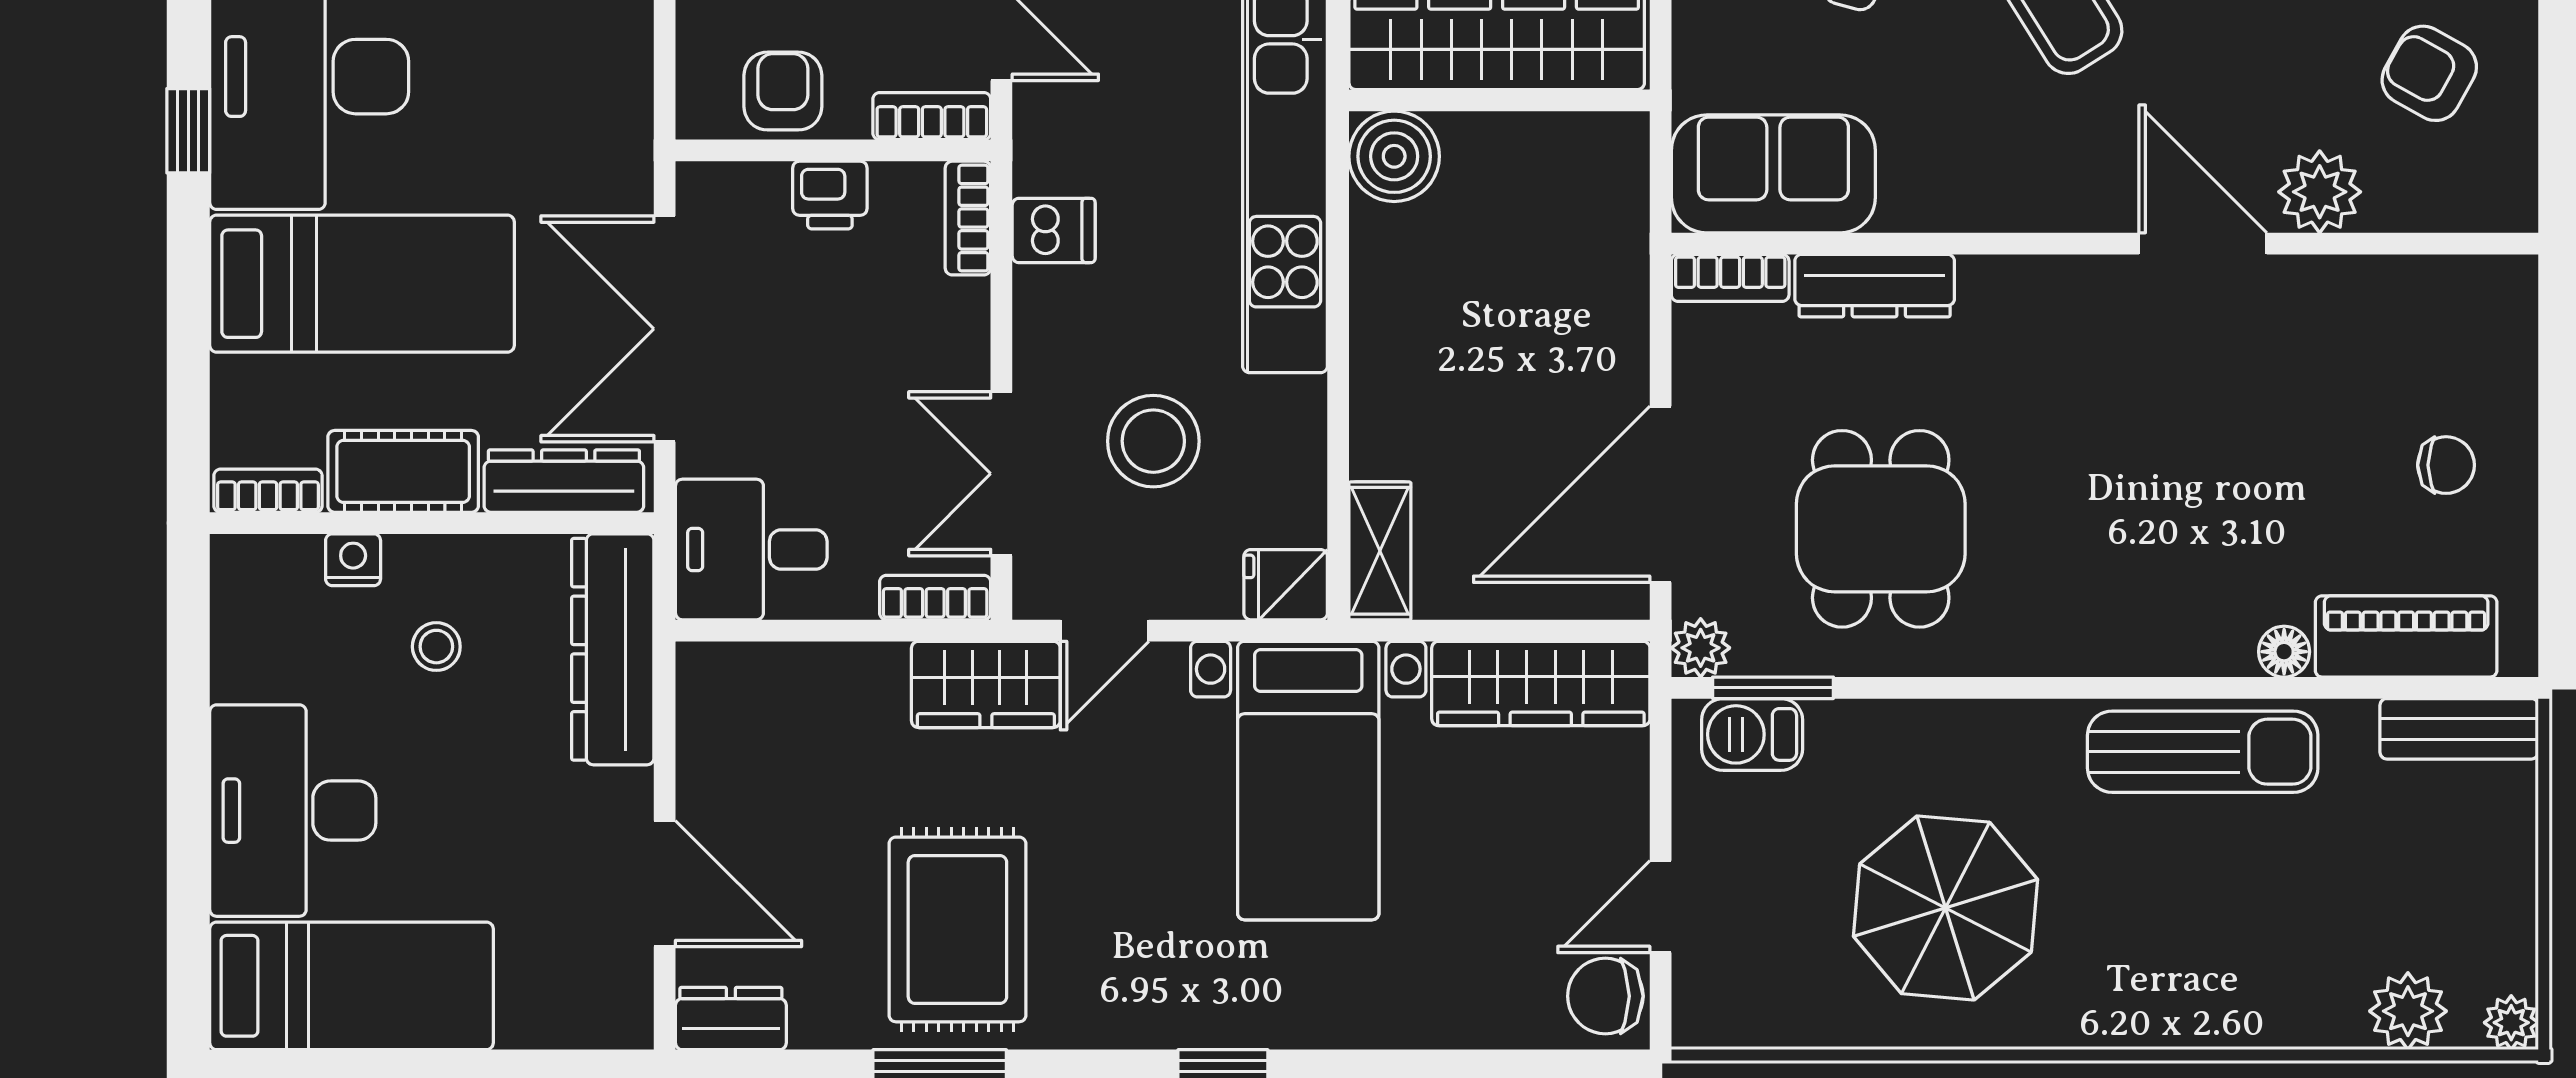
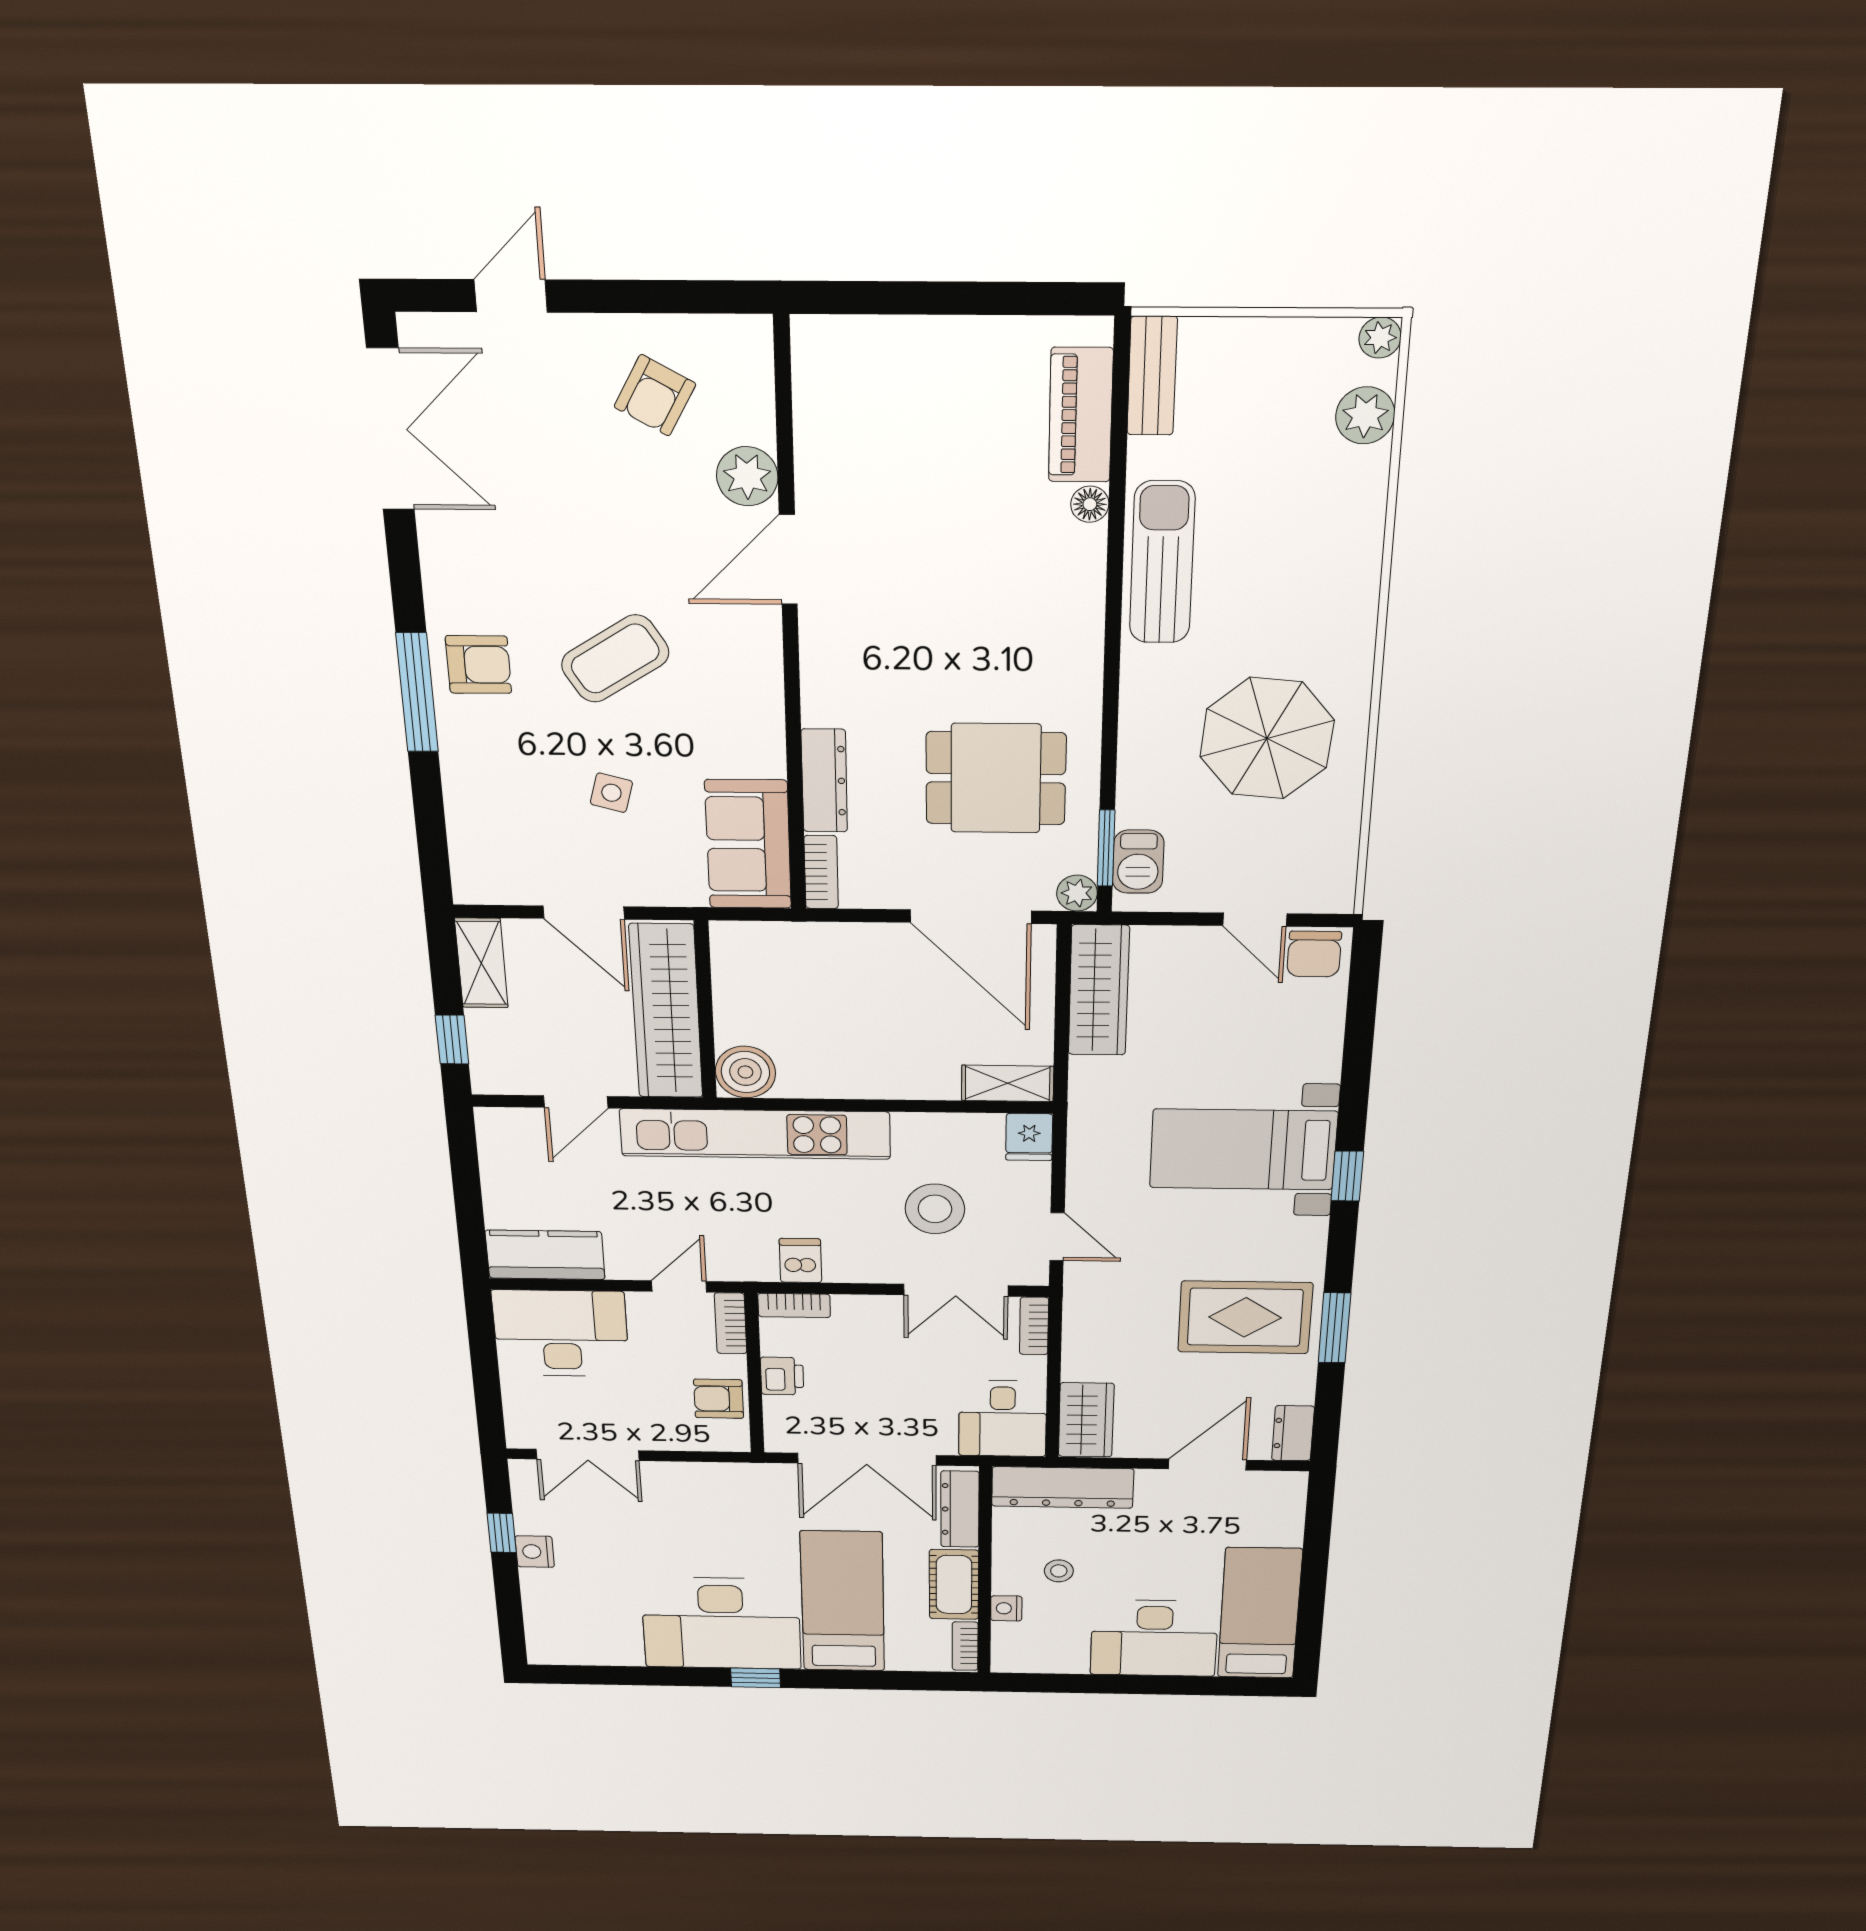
chair: (2446, 465) -> (951, 385), removed
wardrobe: (986, 684) -> (1086, 1420), moved
bed with nightstands: (1308, 781) -> (1243, 1149), moved, turned 180

